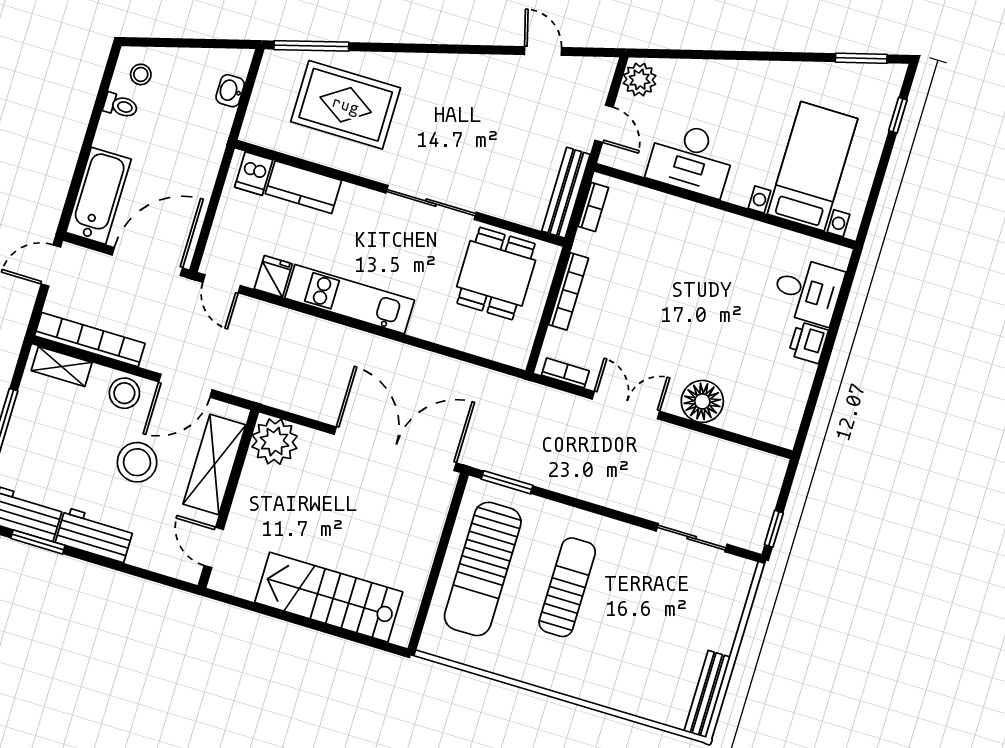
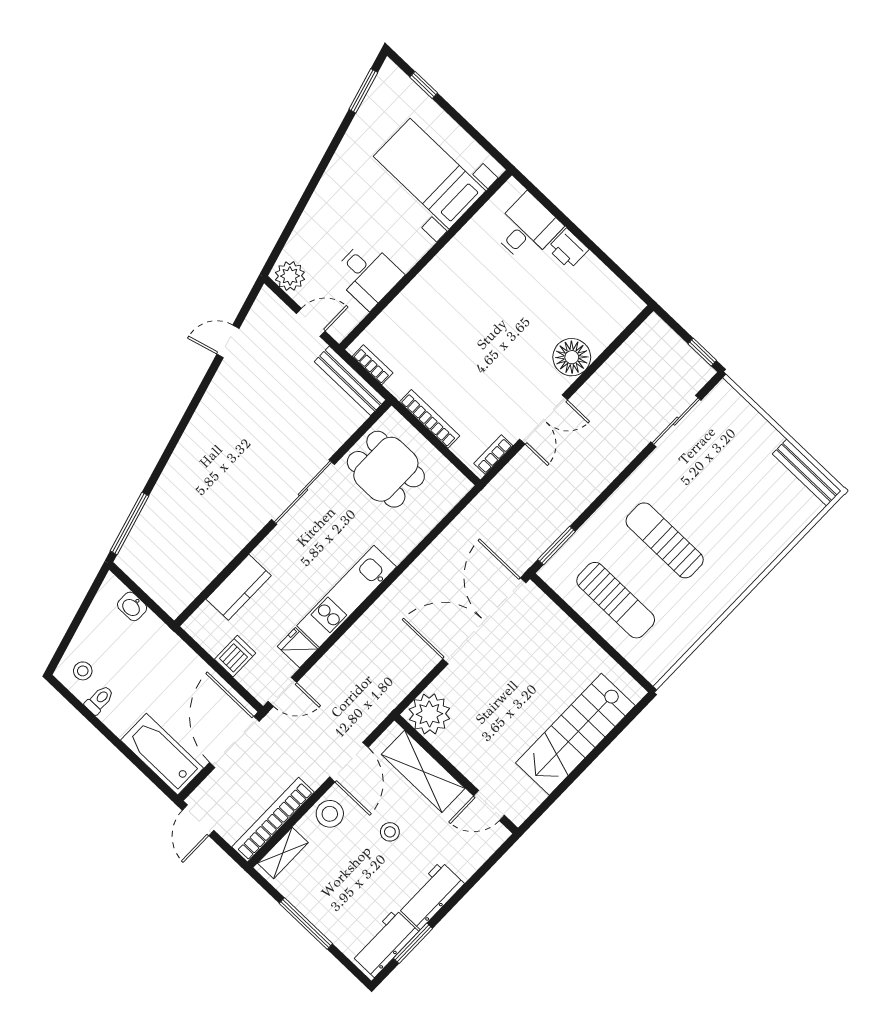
rug: (346, 105) -> (190, 520), removed
desk: (691, 159) -> (367, 274), width x0.73
dishwasher: (254, 173) -> (235, 656), moved, turned -90
double door: (626, 405) -> (544, 419), swing flipped
stool: (137, 462) -> (390, 832), width x0.53, depth x0.53
sun lounger: (483, 569) -> (616, 600), width x0.73, depth x0.75

